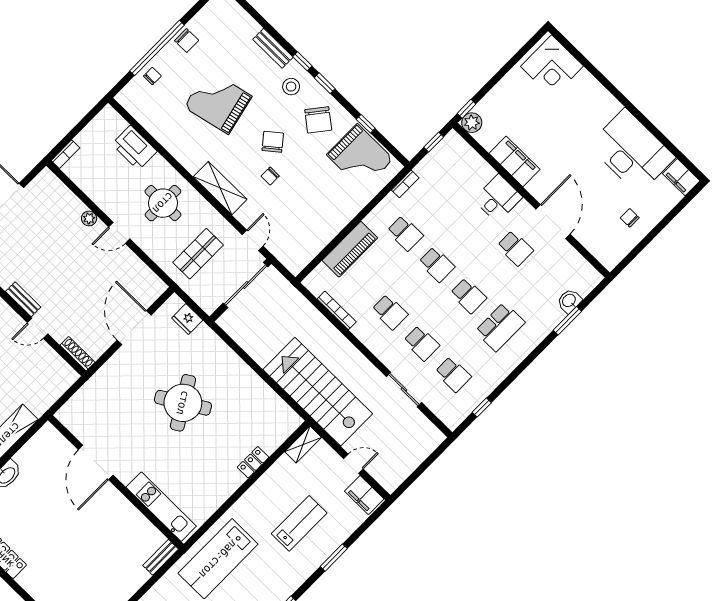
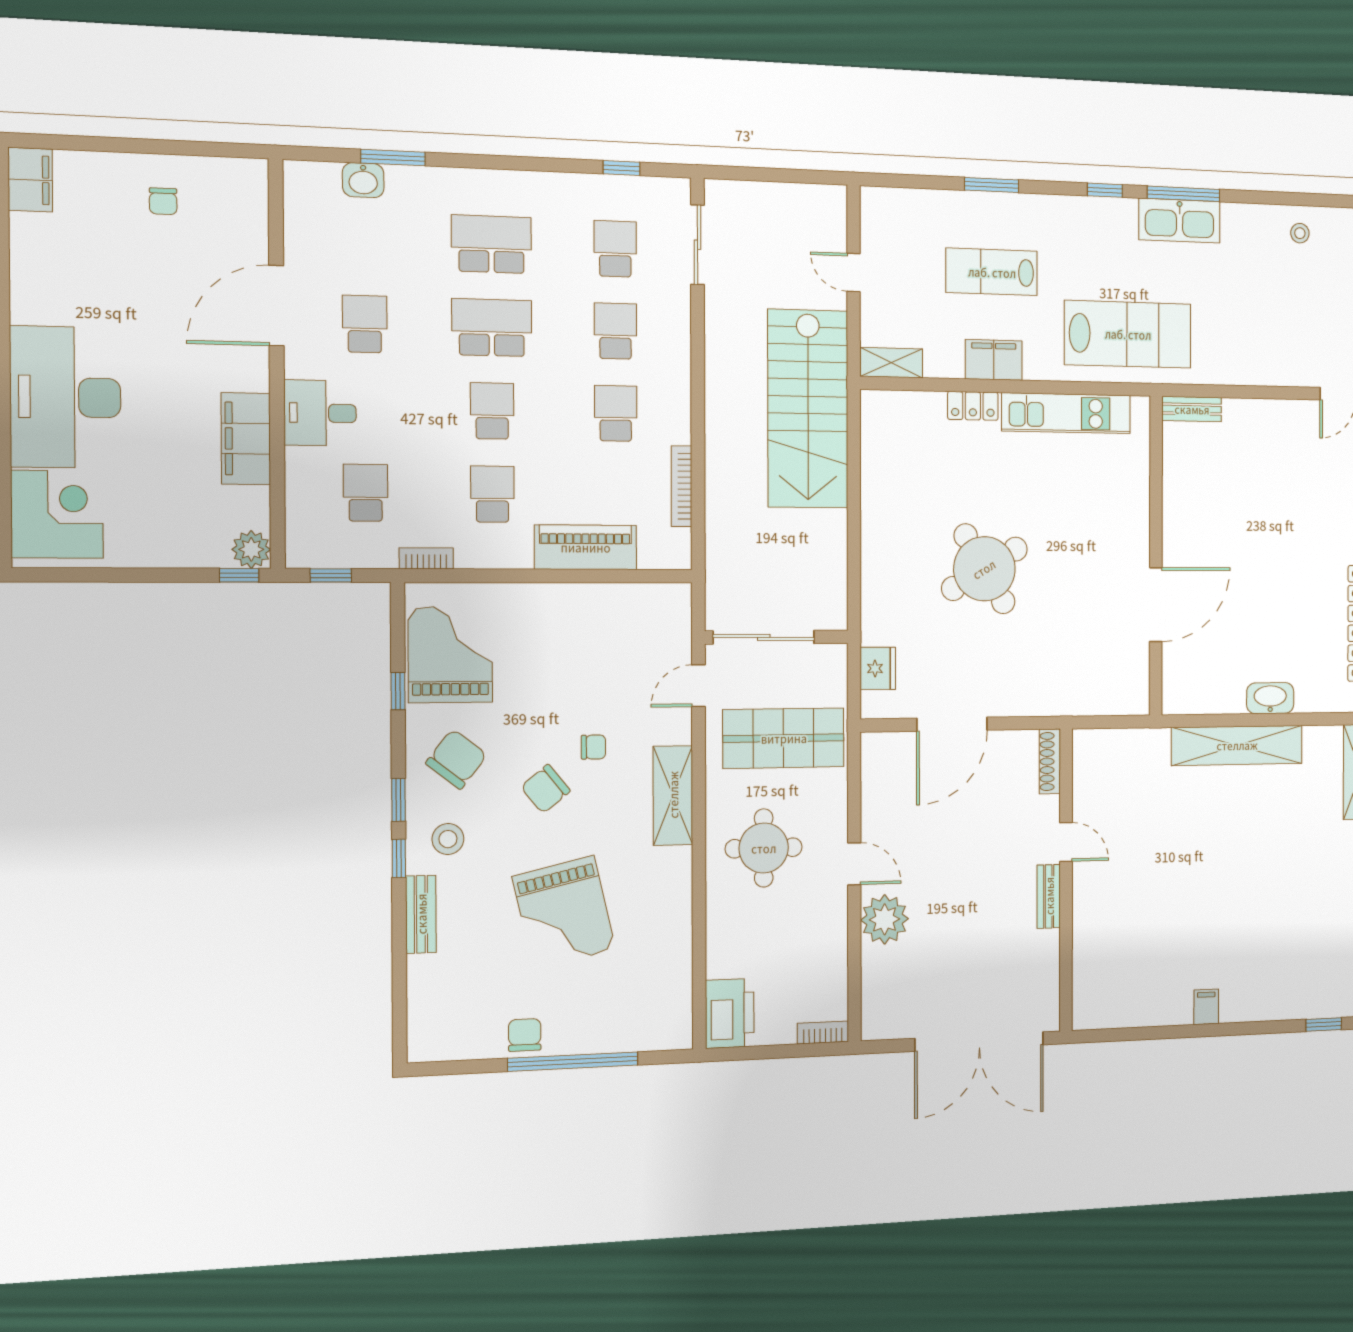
chair: (152, 76) -> (615, 1030), removed
printer: (134, 148) -> (730, 1013), moved
desk: (632, 151) -> (65, 397), moved
school desk: (452, 186) -> (366, 493), added
plant: (89, 218) -> (885, 919), width x1.87, depth x1.87
shop shelf: (198, 254) -> (784, 738), width x1.43, depth x1.36
school desk: (468, 296) -> (492, 328), width x1.85
sliding door: (404, 389) -> (697, 245), moved
filing cabinet: (364, 495) -> (994, 360), moved, turned -90
kitchen unit: (161, 507) -> (1066, 413), moved, turned -90

